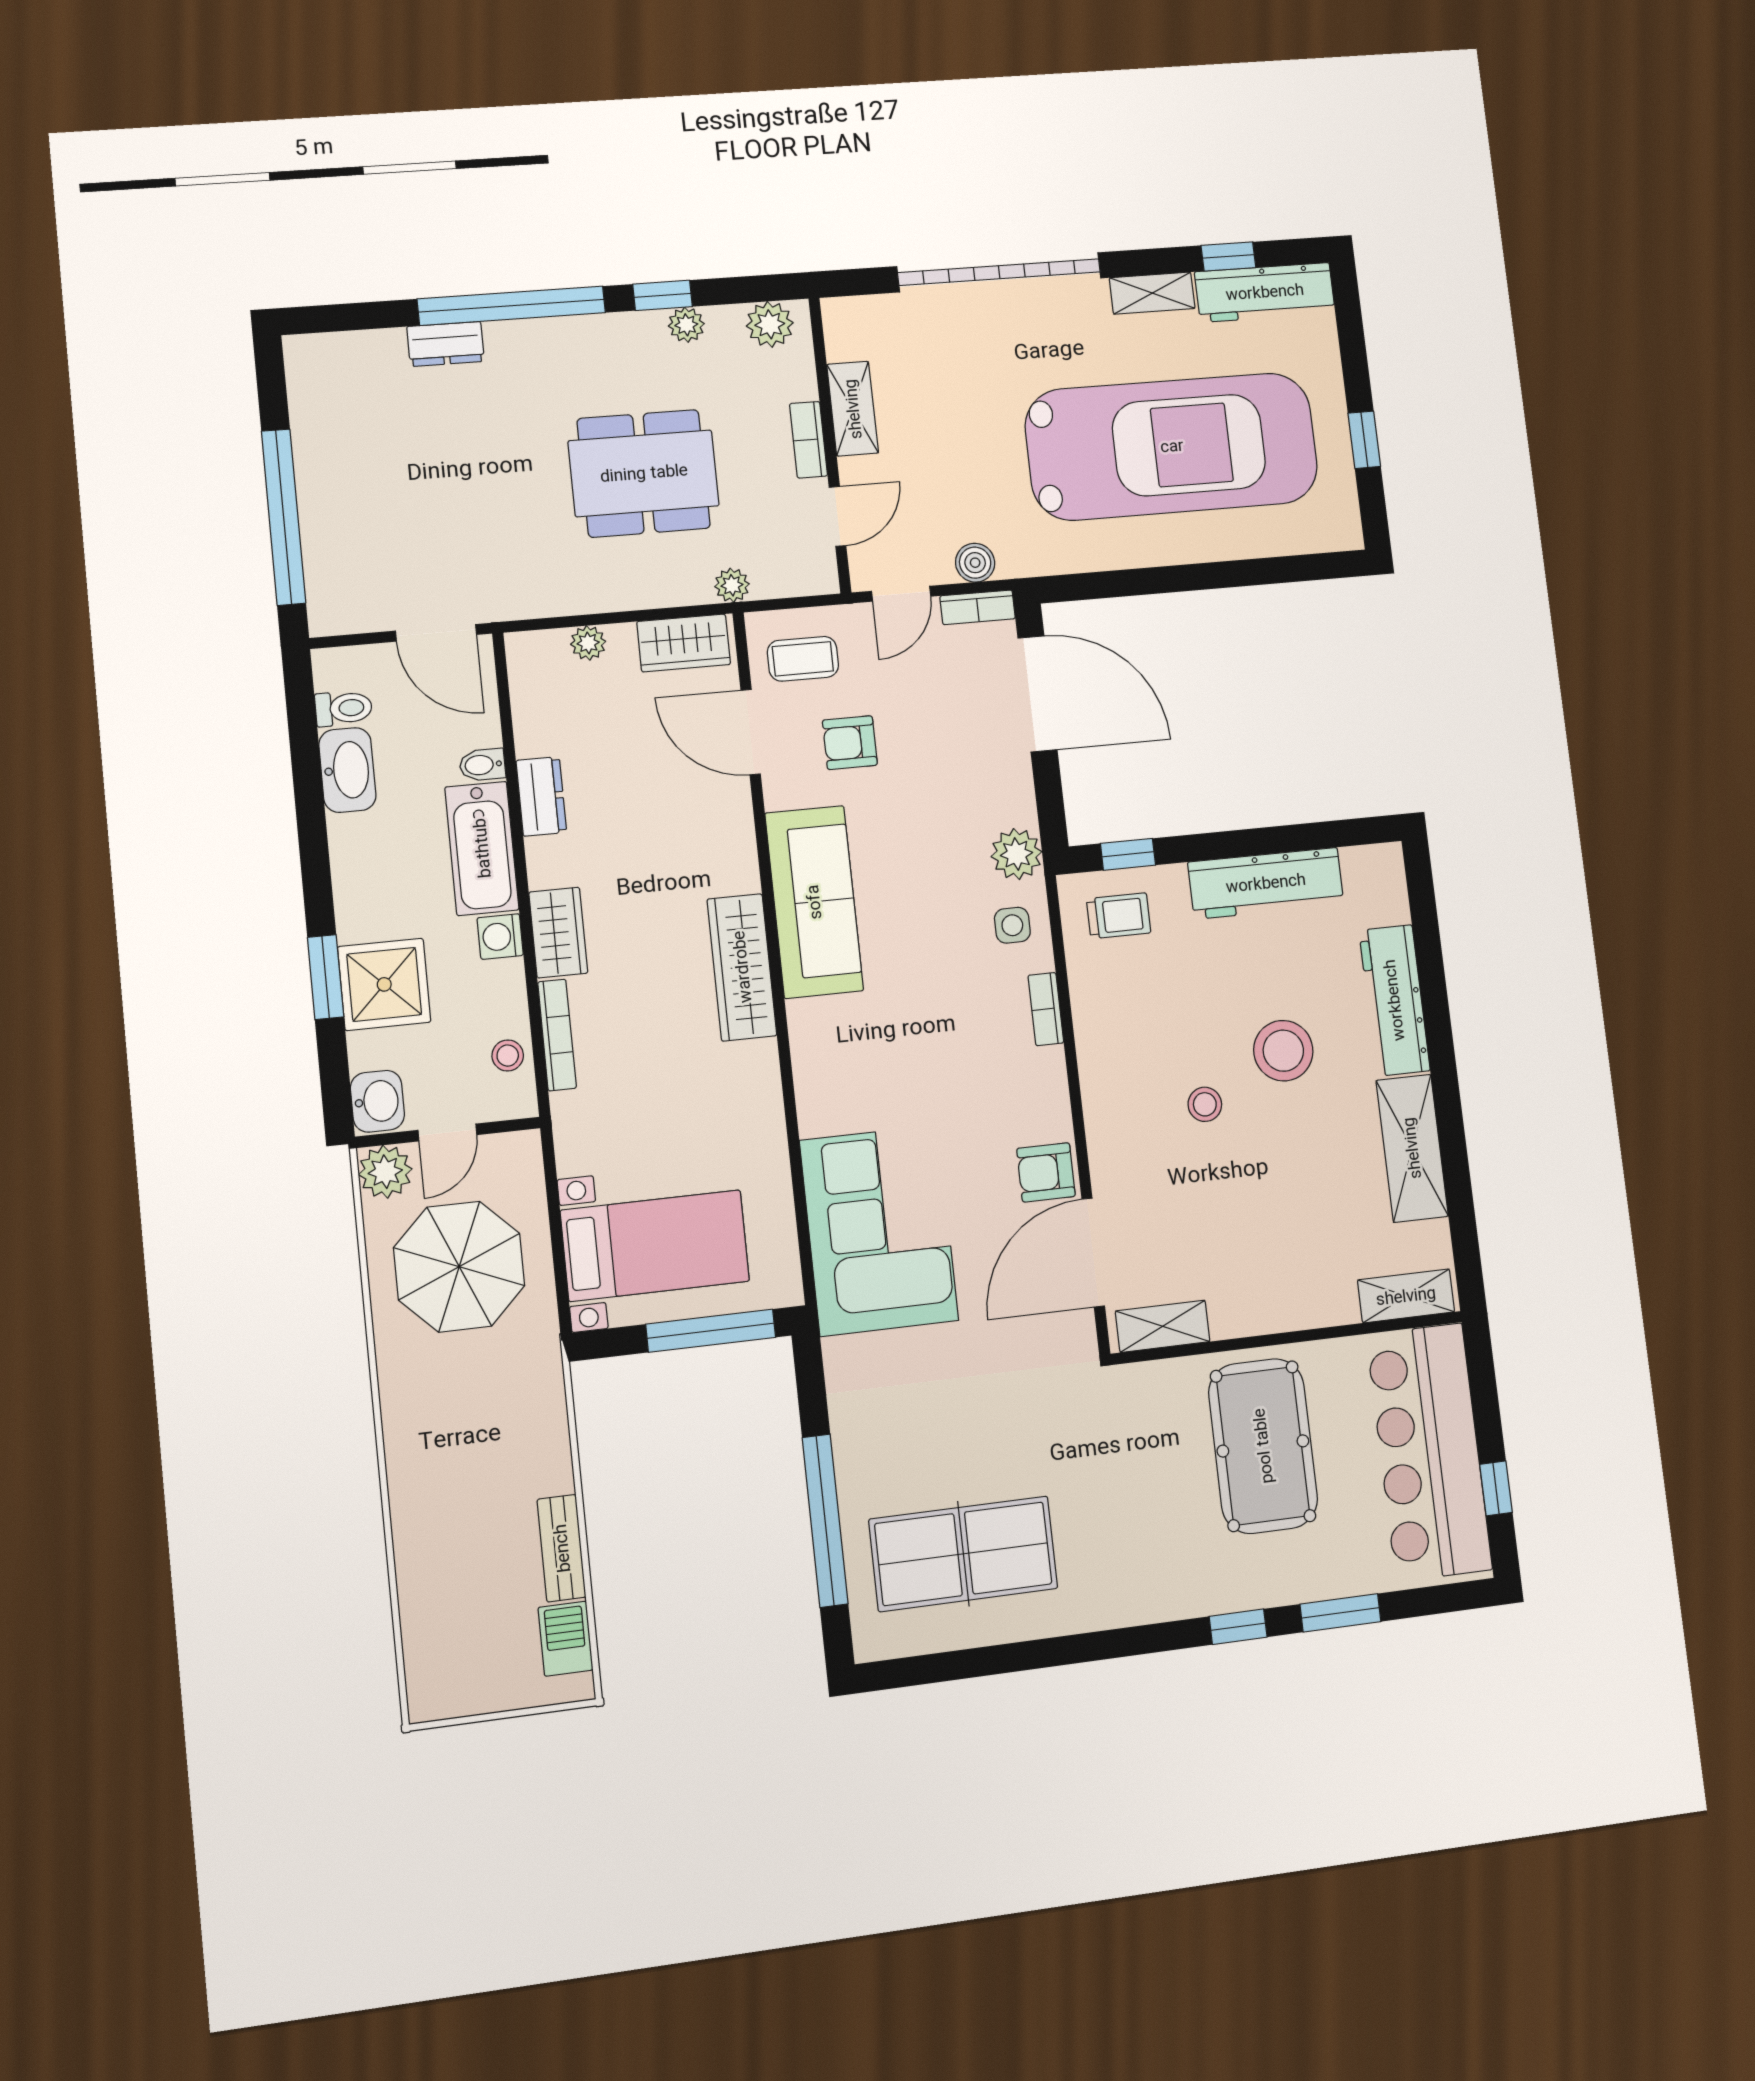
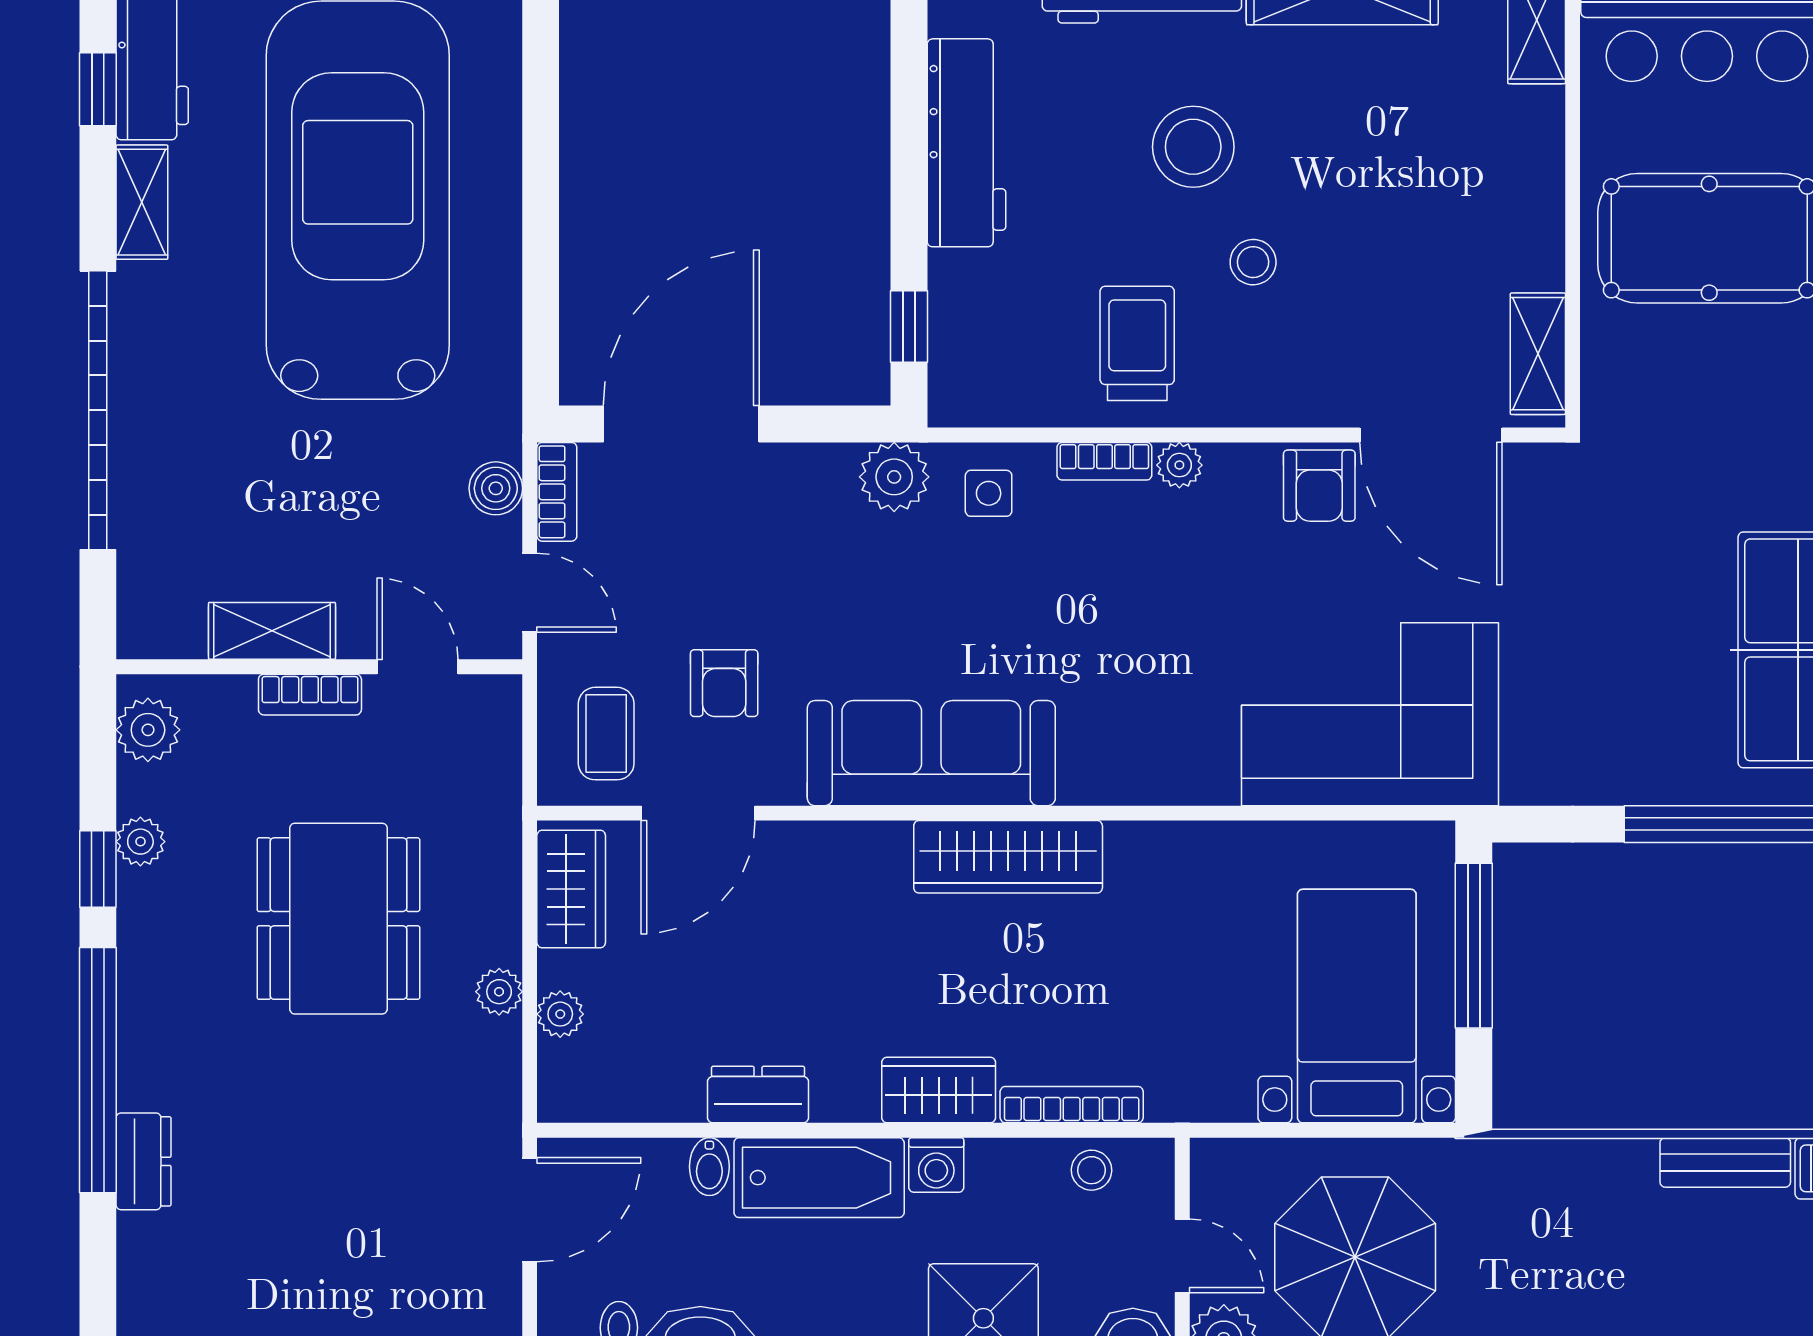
plant: (732, 585) -> (499, 992), moved
trolley: (1119, 916) -> (1137, 343), moved, width x1.36, depth x1.39
plant: (1049, 1065) -> (1179, 465), added

